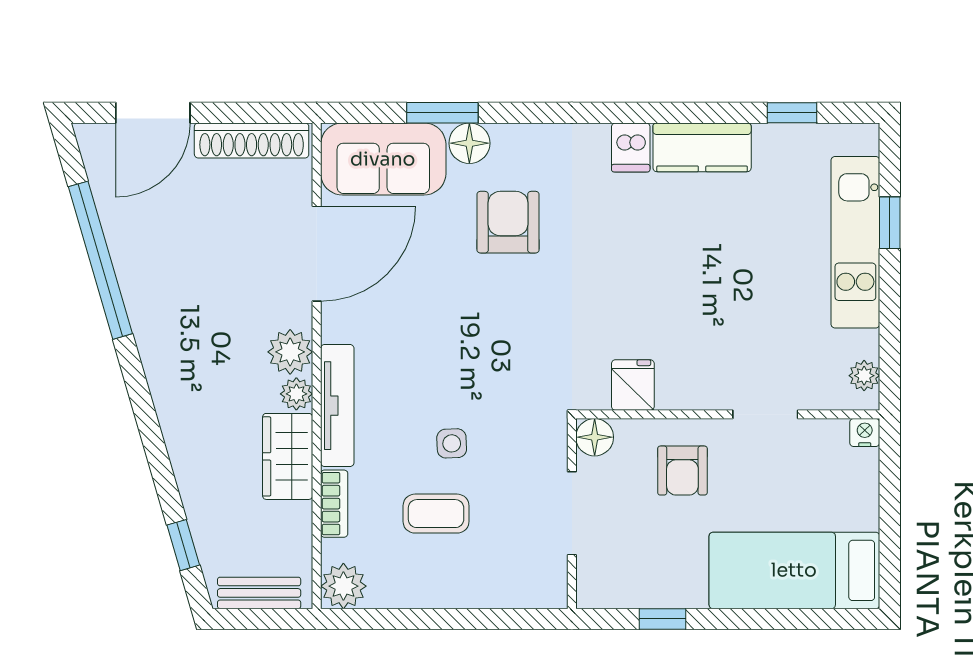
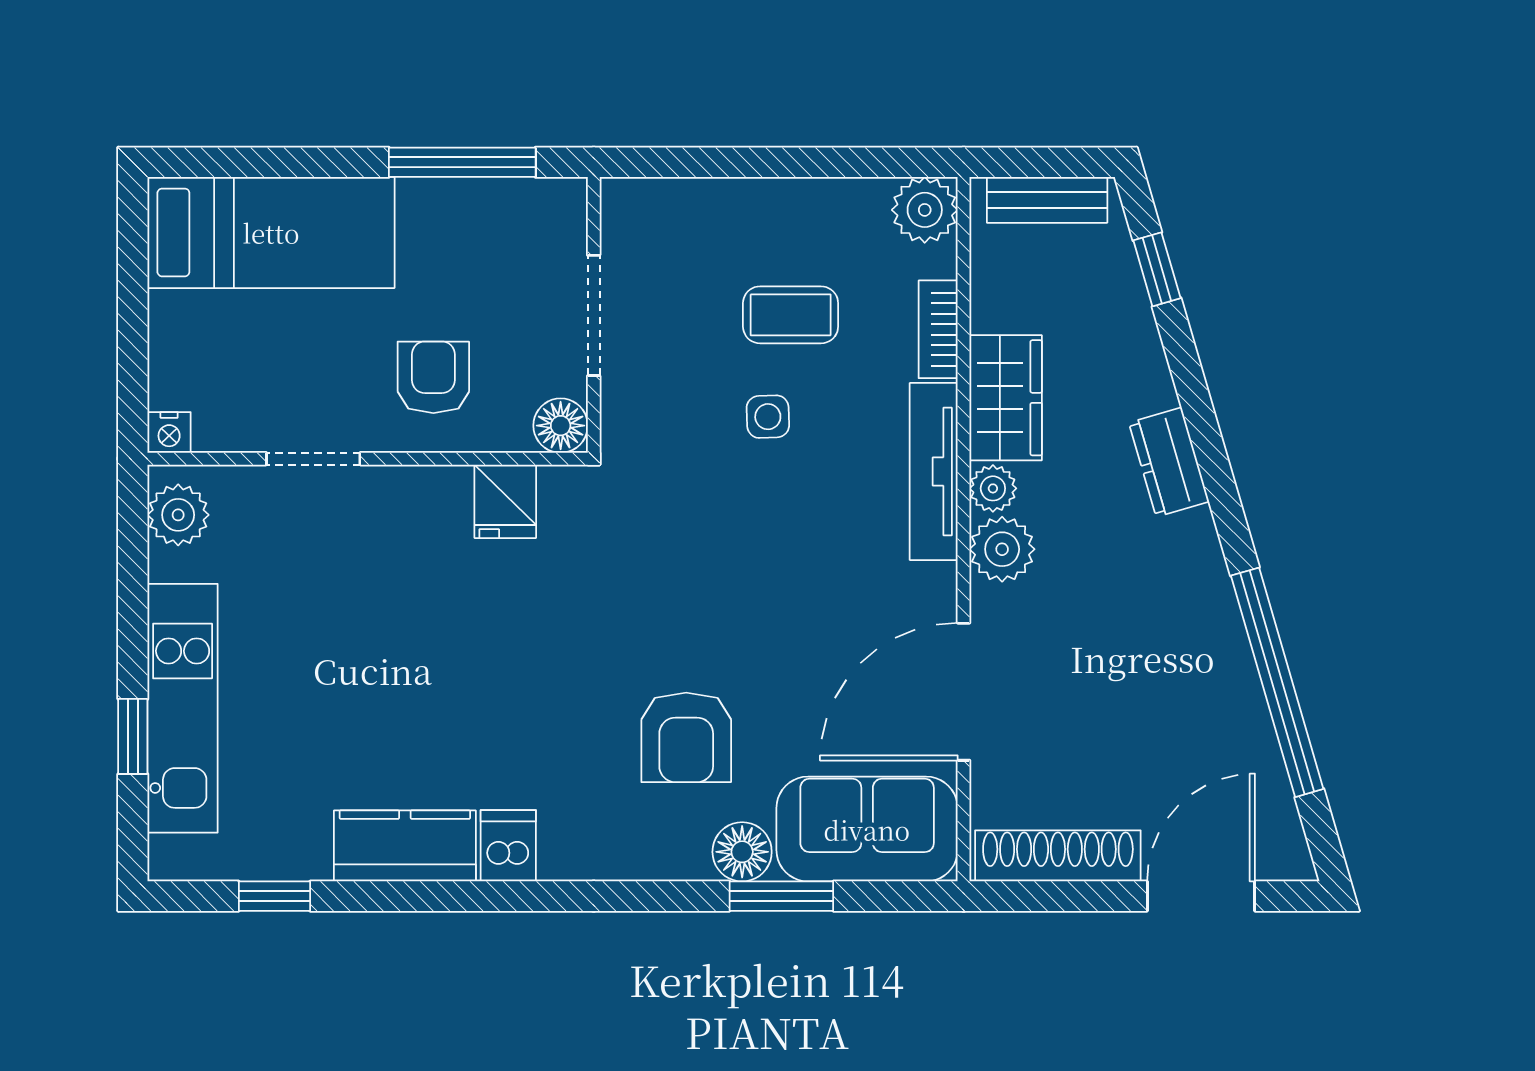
plant: (864, 376) -> (178, 515), width x1.38, depth x1.38
dresser: (175, 412) -> (1169, 462), added
window: (662, 619) -> (462, 162), width x2.17

